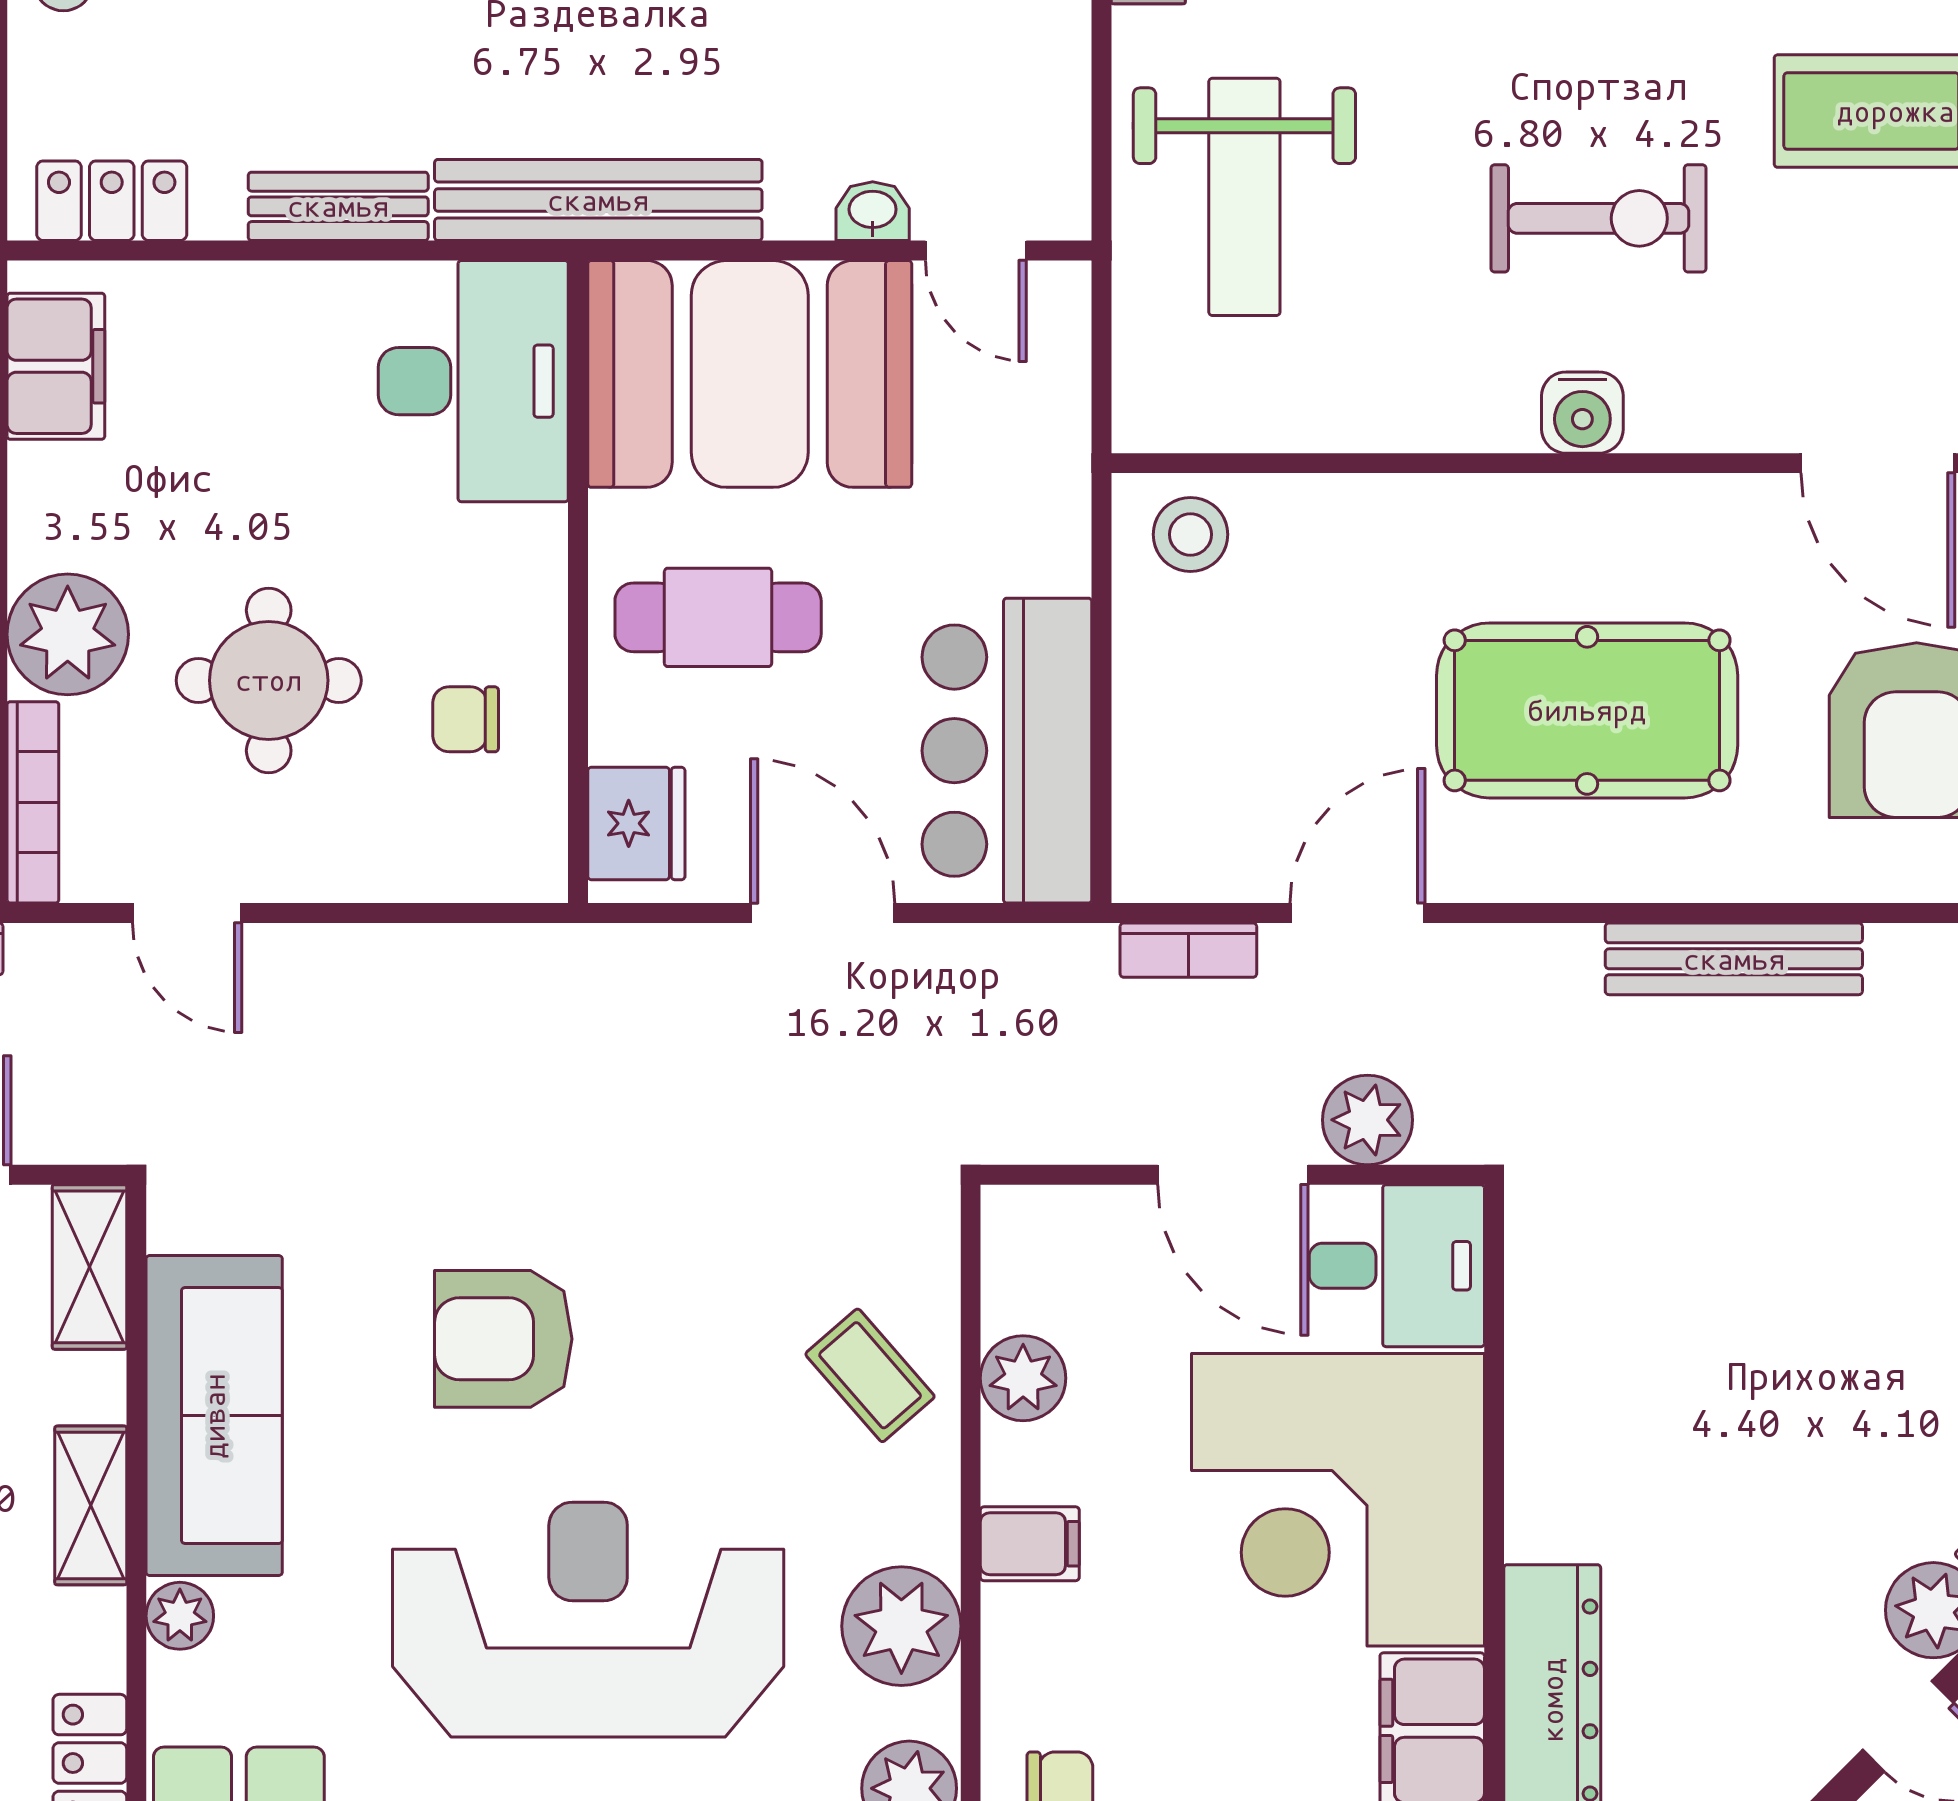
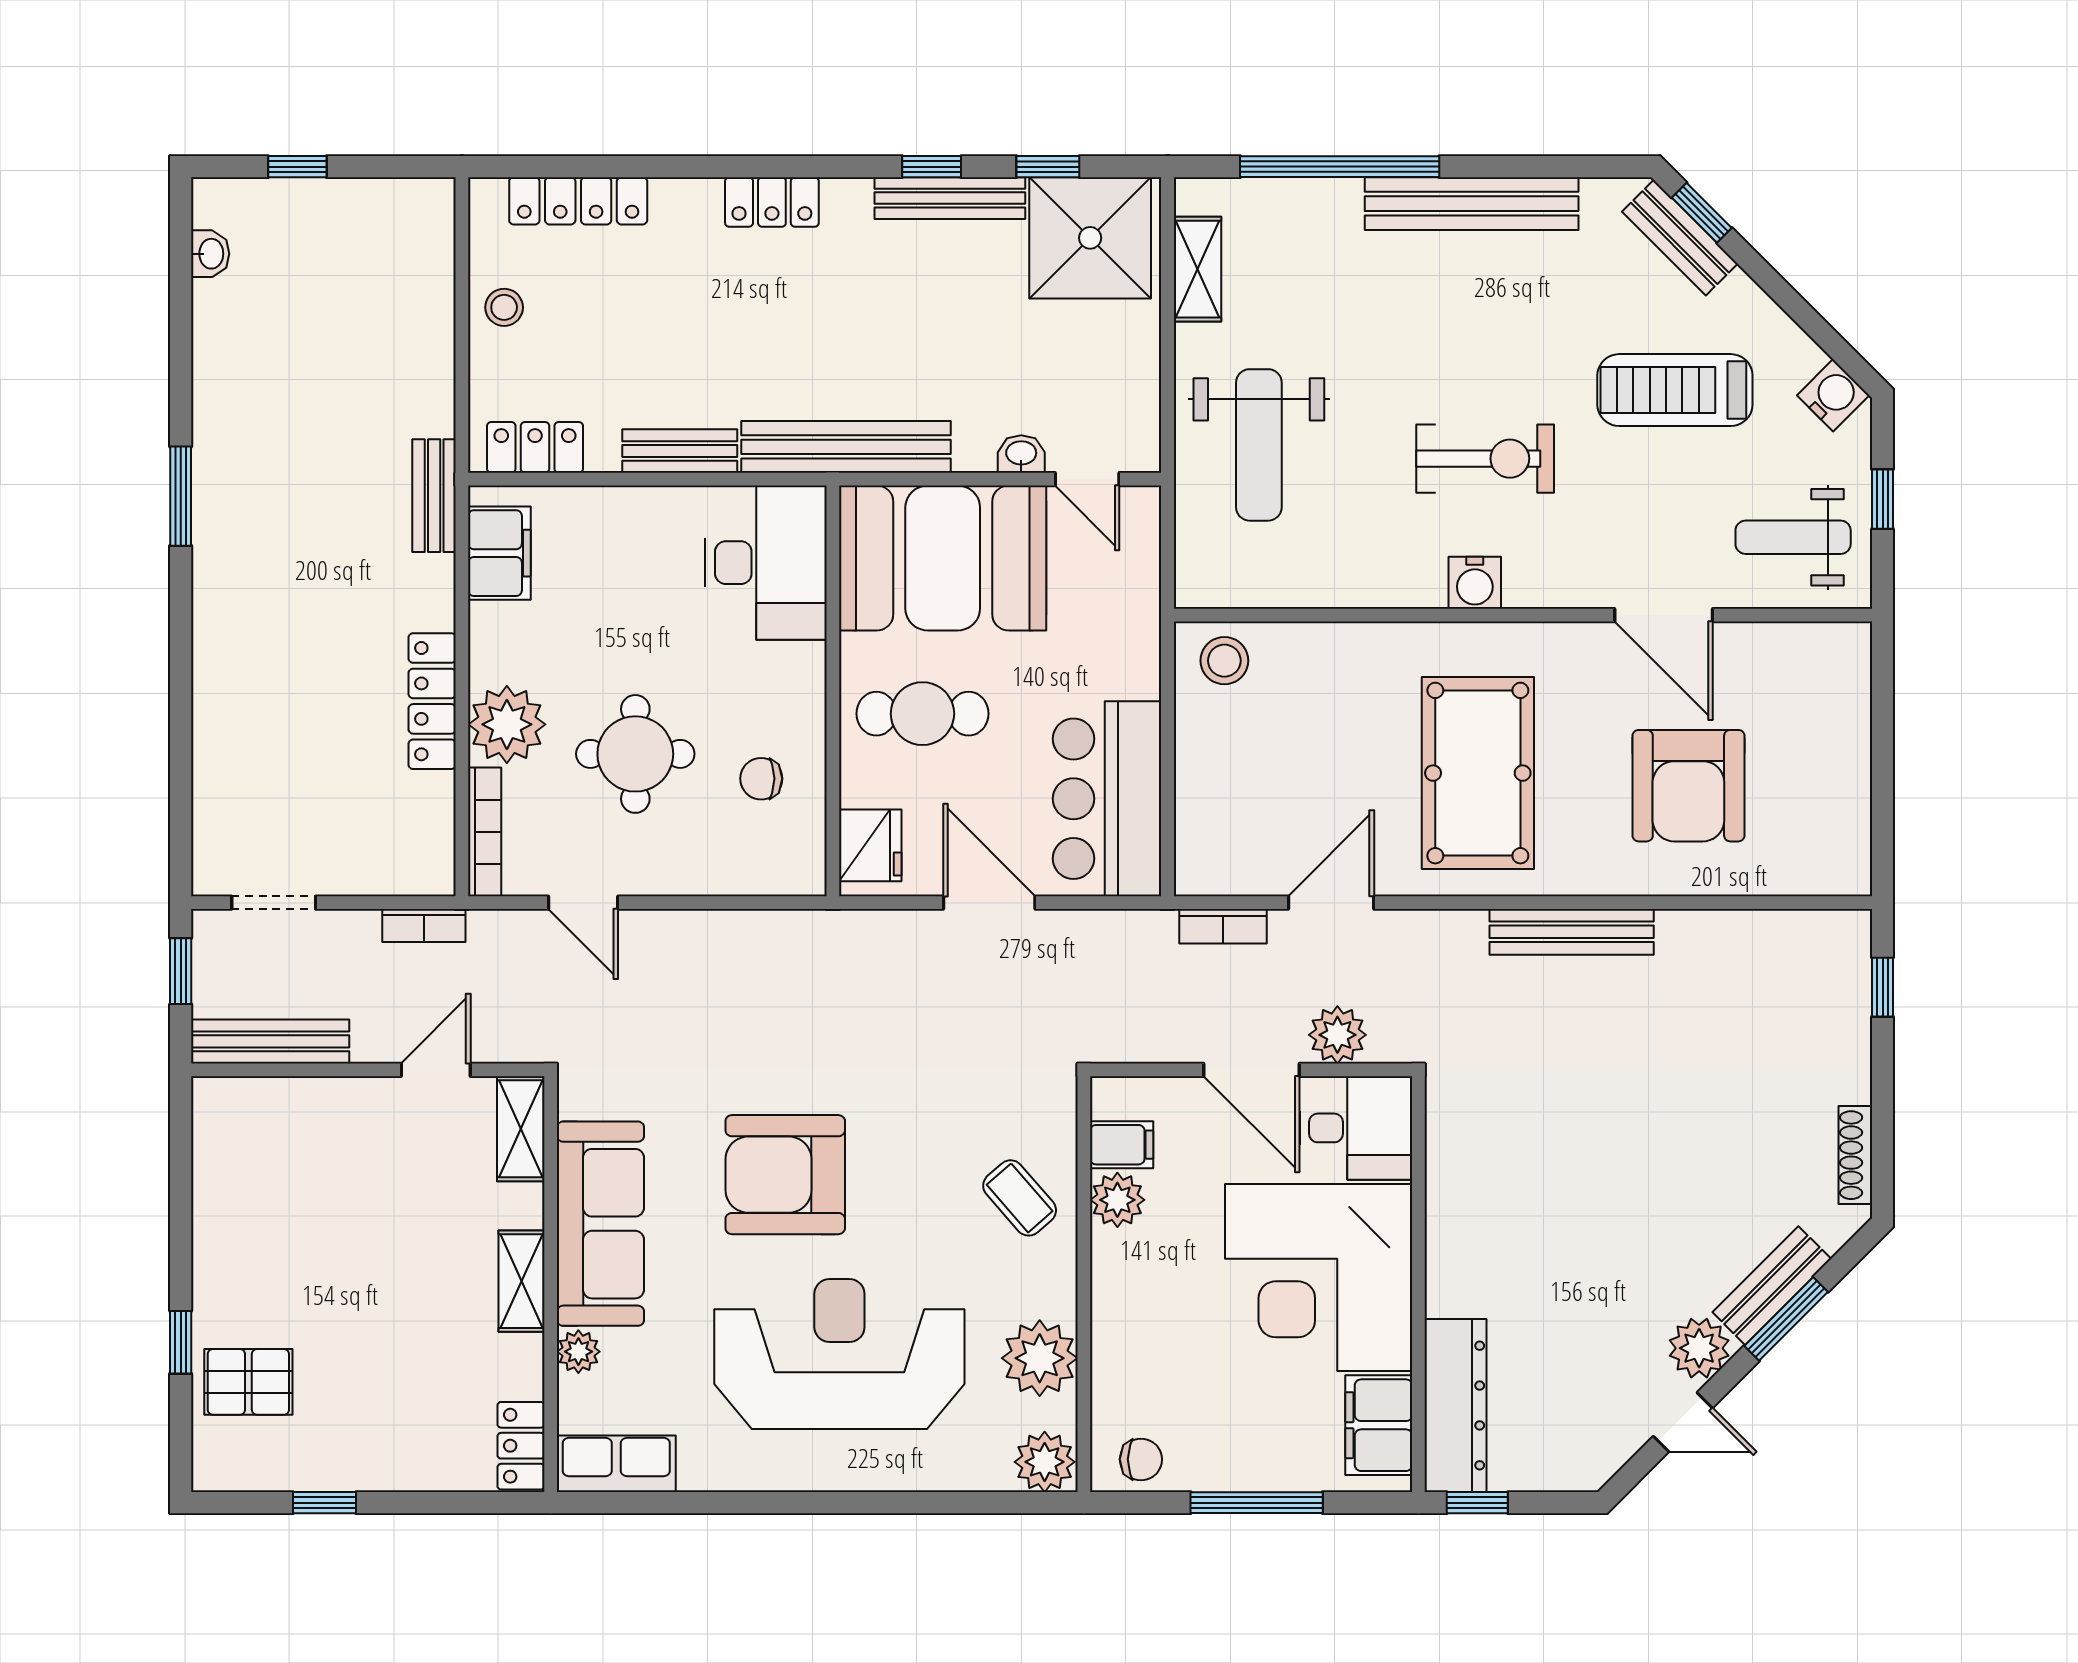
pool table: (1587, 710) -> (1478, 773), turned 90
armchair: (503, 1339) -> (785, 1175), width x1.36, depth x1.36
filing cabinet: (1030, 1544) -> (1122, 1145), moved

